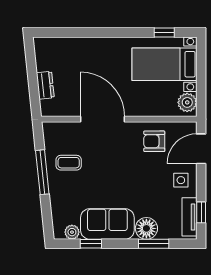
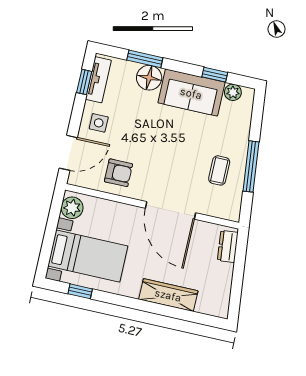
wardrobe: (88, 46) -> (168, 295), added
dresser: (45, 85) -> (228, 246), moved
coffee table: (69, 163) -> (219, 170), turned 90

